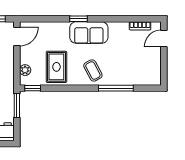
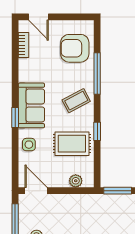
side table: (56, 30) -> (29, 145), added
armchair: (137, 69) -> (75, 48), added
window: (33, 88) -> (97, 131), moved

